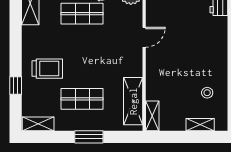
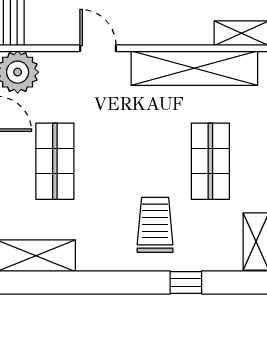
shelving: (133, 101) -> (194, 68), width x1.47

